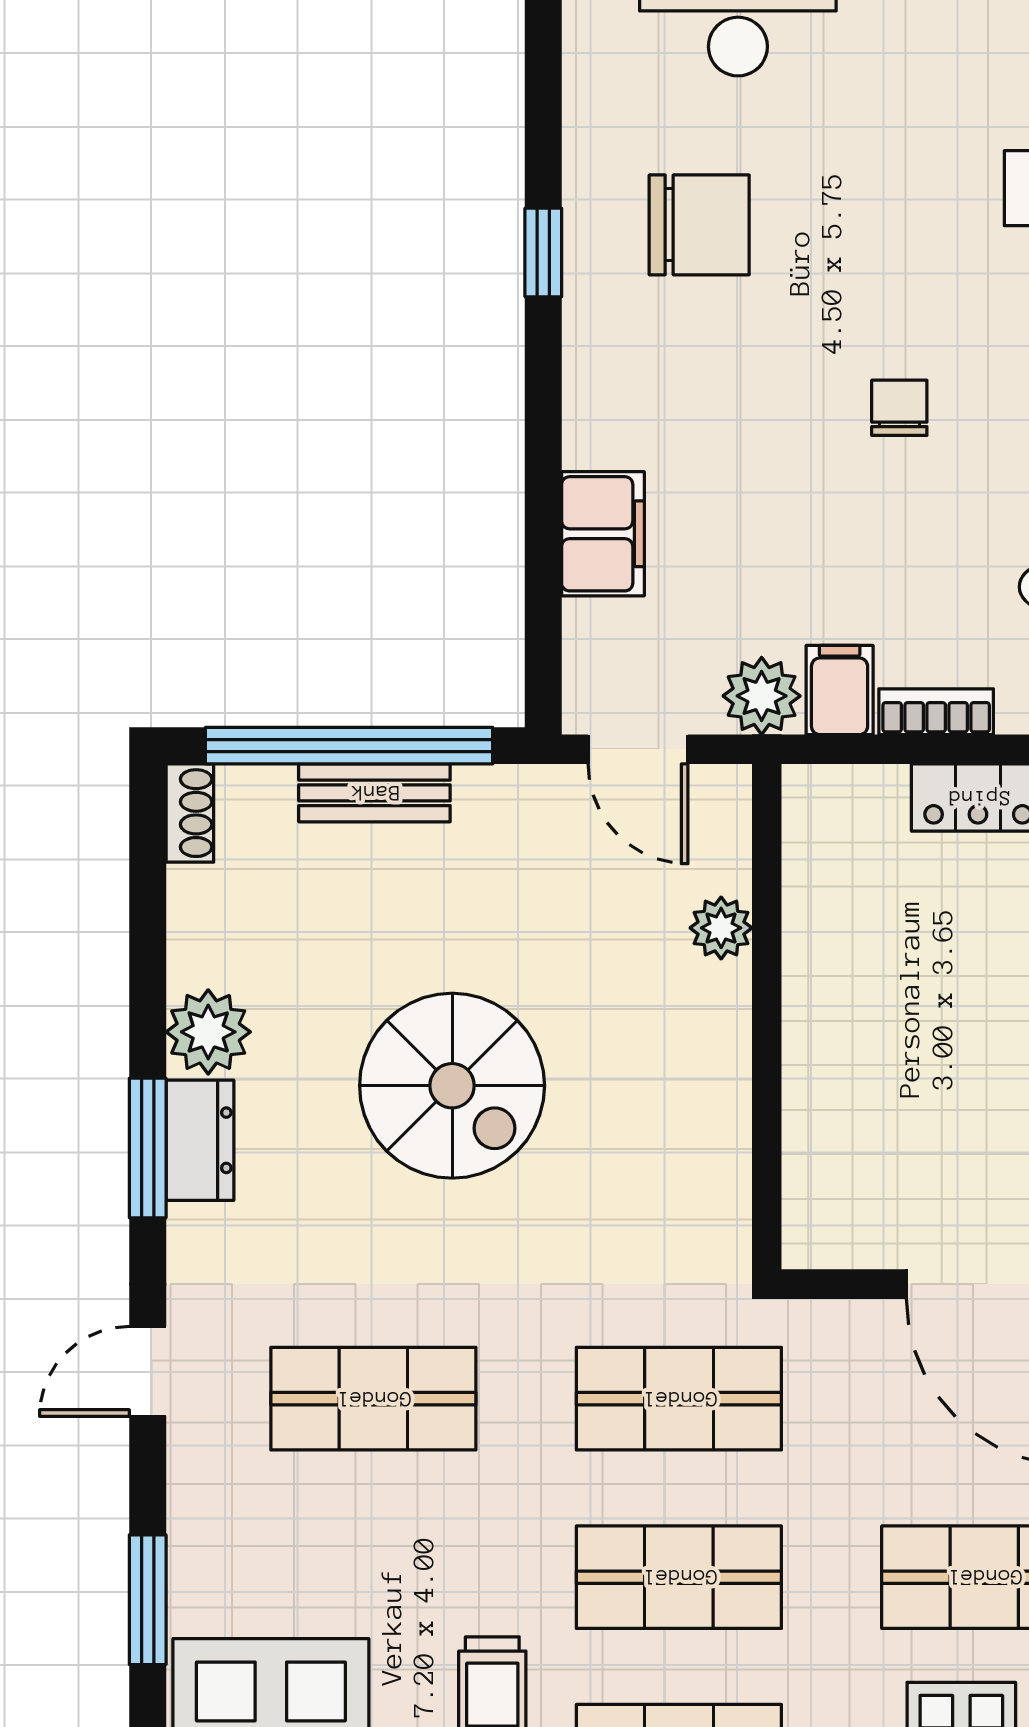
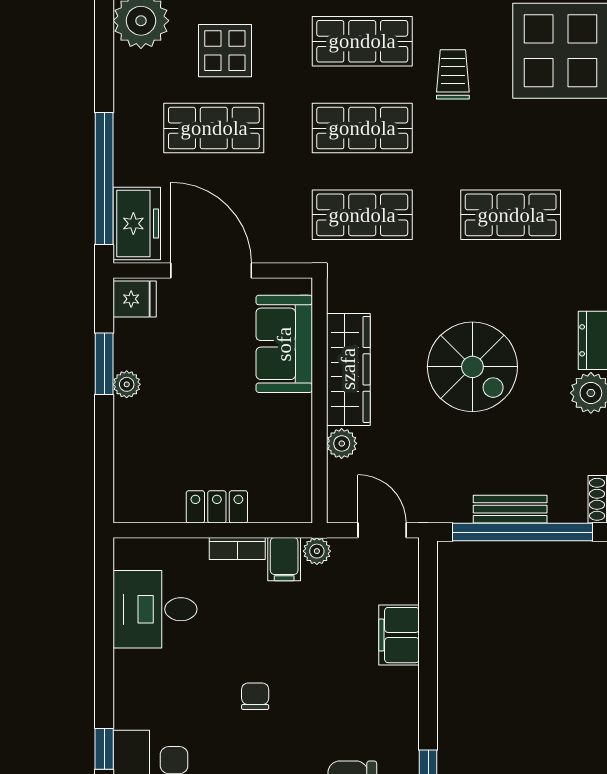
chair: (899, 408) -> (255, 696), turned 180
plant: (762, 696) -> (317, 551), width x0.73, depth x0.73
wardrobe: (707, 1080) -> (348, 369), added
spiral stairs: (452, 1086) -> (472, 367), turned 180
sofa: (839, 1133) -> (284, 344), added

